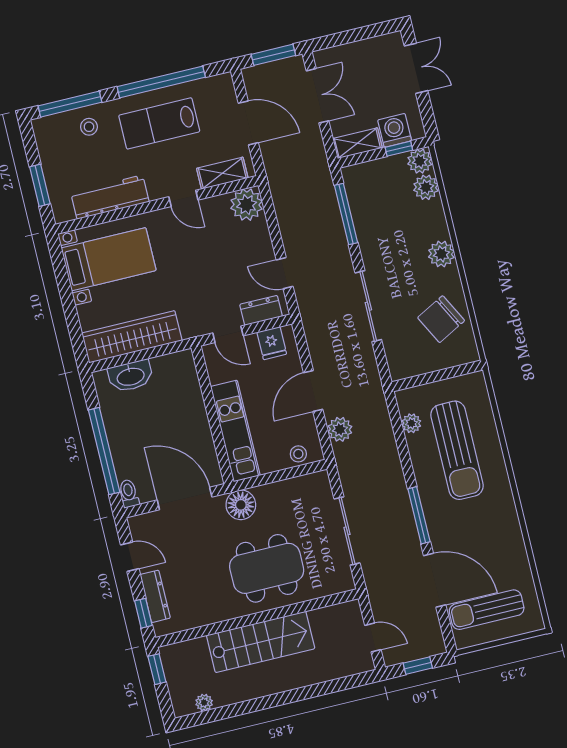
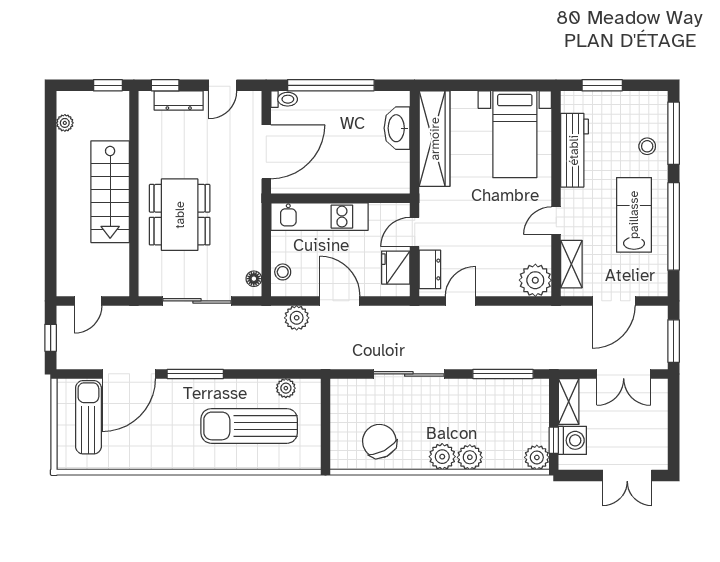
plant: (426, 187) -> (470, 457), moved
fridge: (272, 343) -> (396, 268), width x1.38
floor lamp: (241, 505) -> (254, 279), moved, width x0.53, depth x0.53

